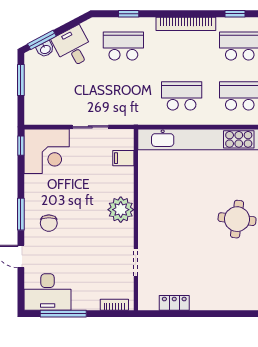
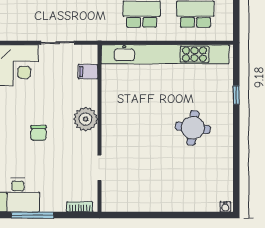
chair: (49, 223) -> (38, 133), moved
locker: (174, 303) -> (135, 205), removed

